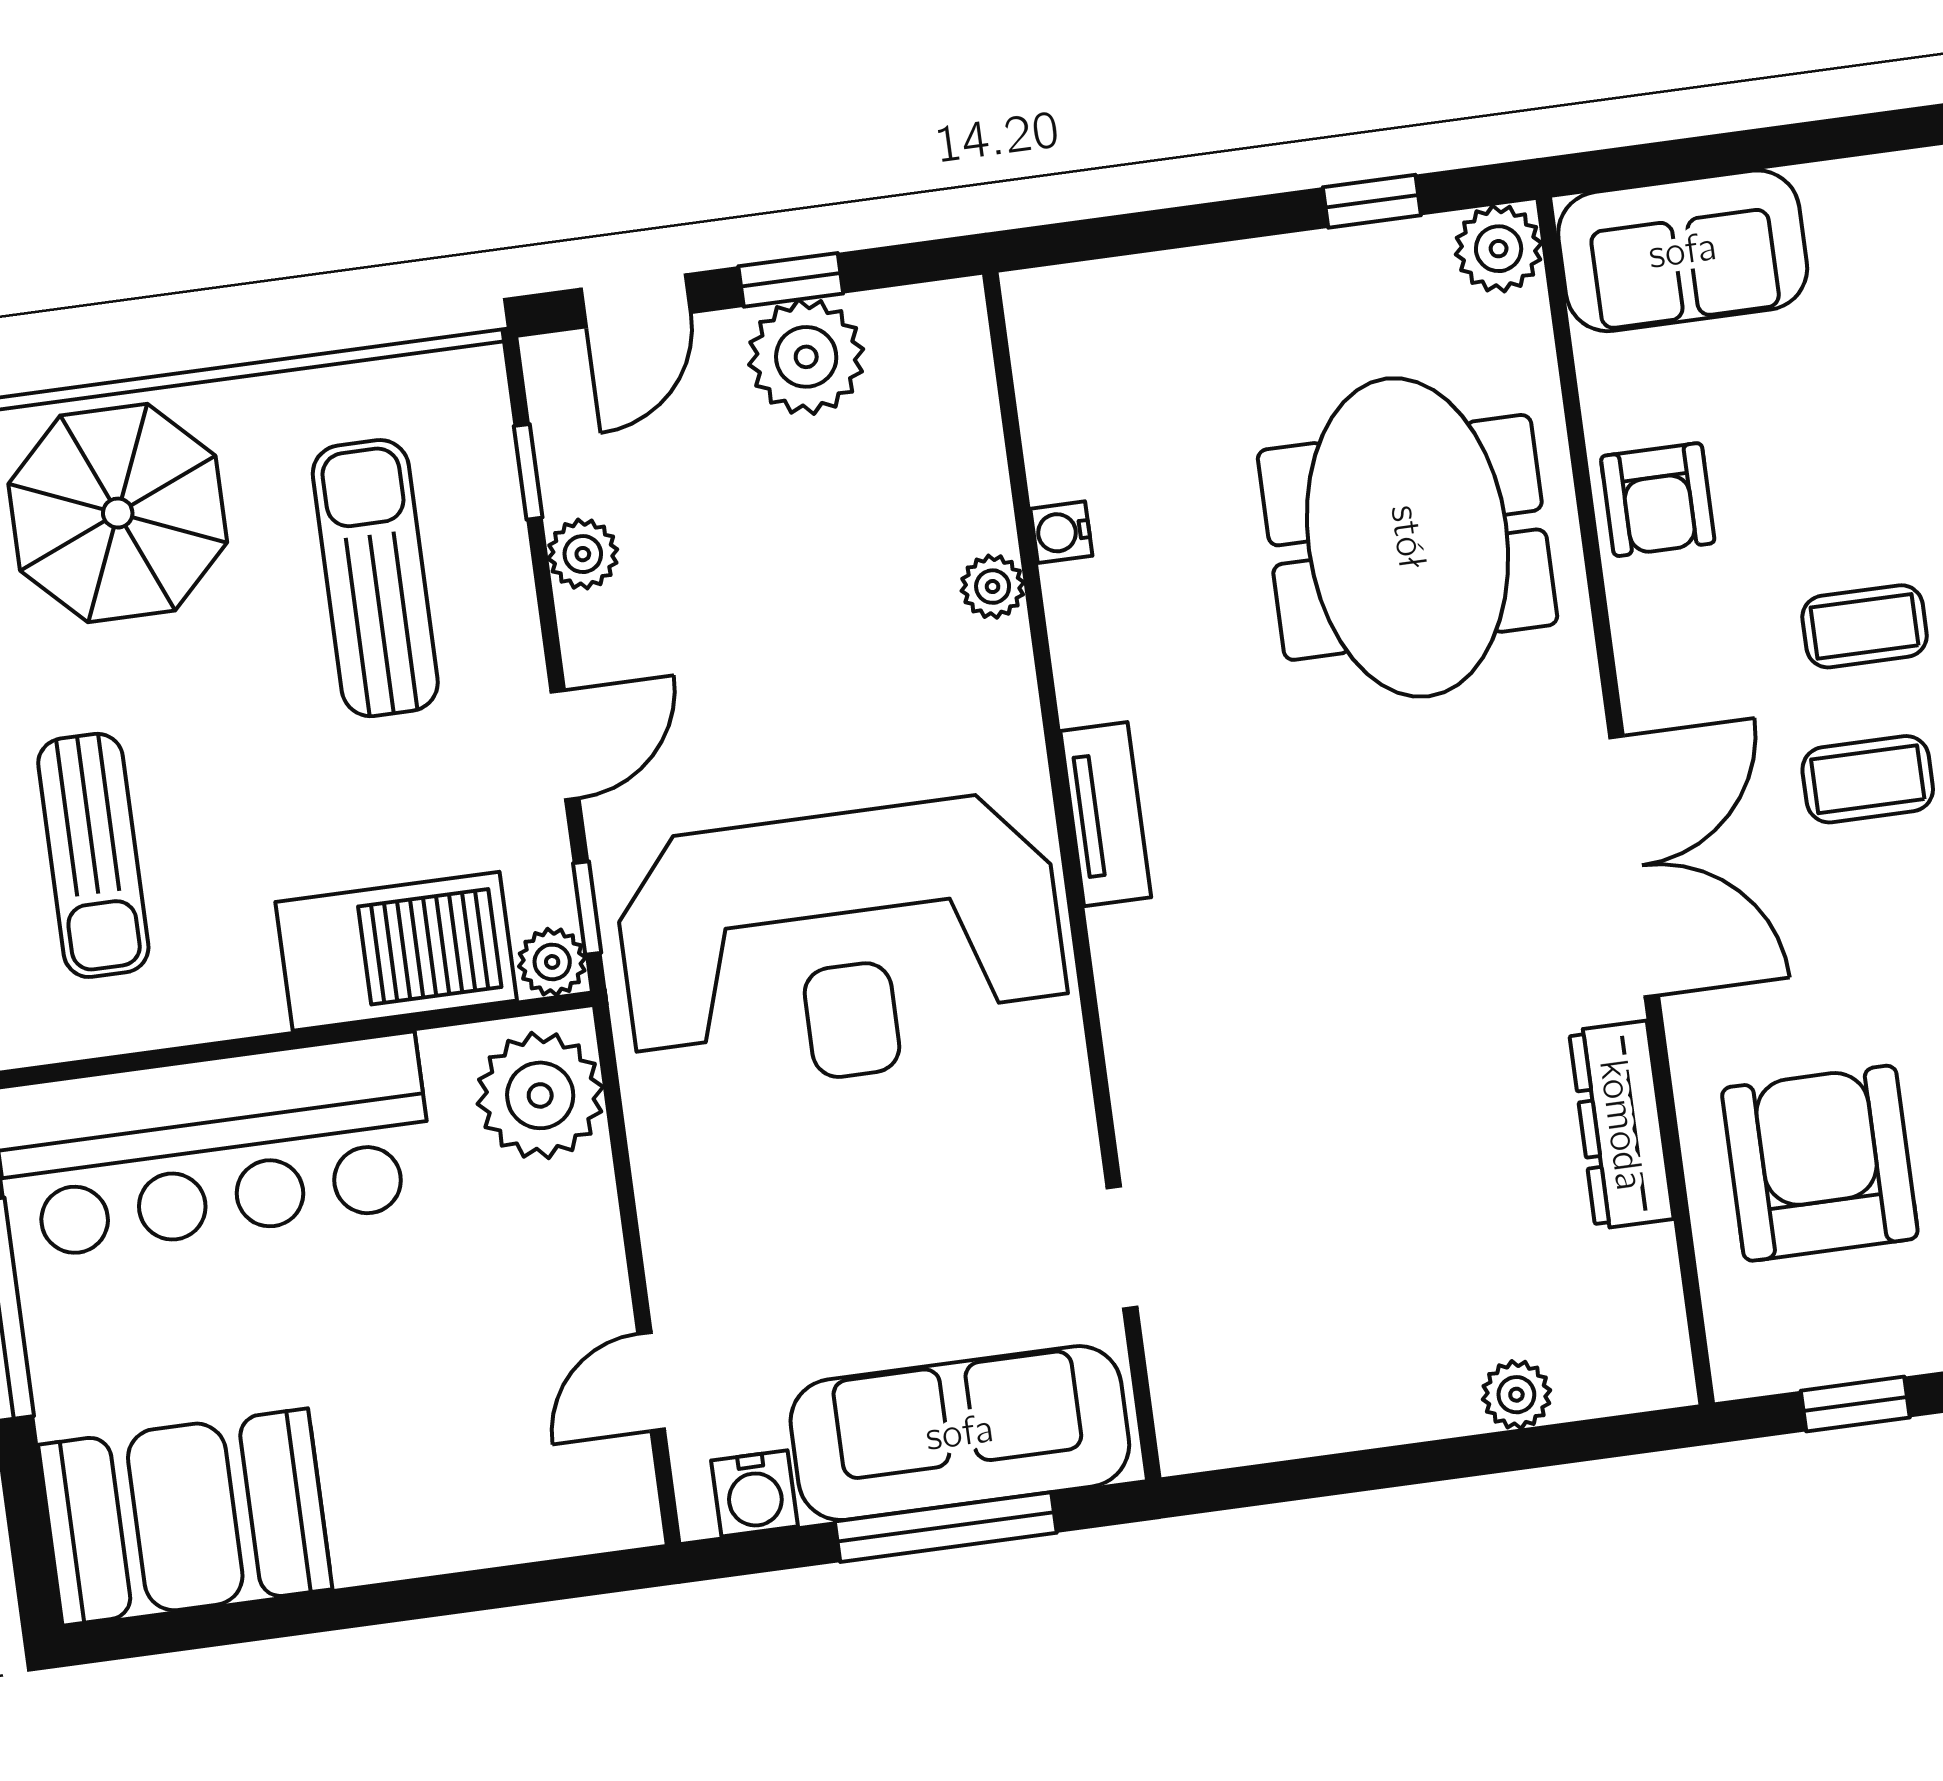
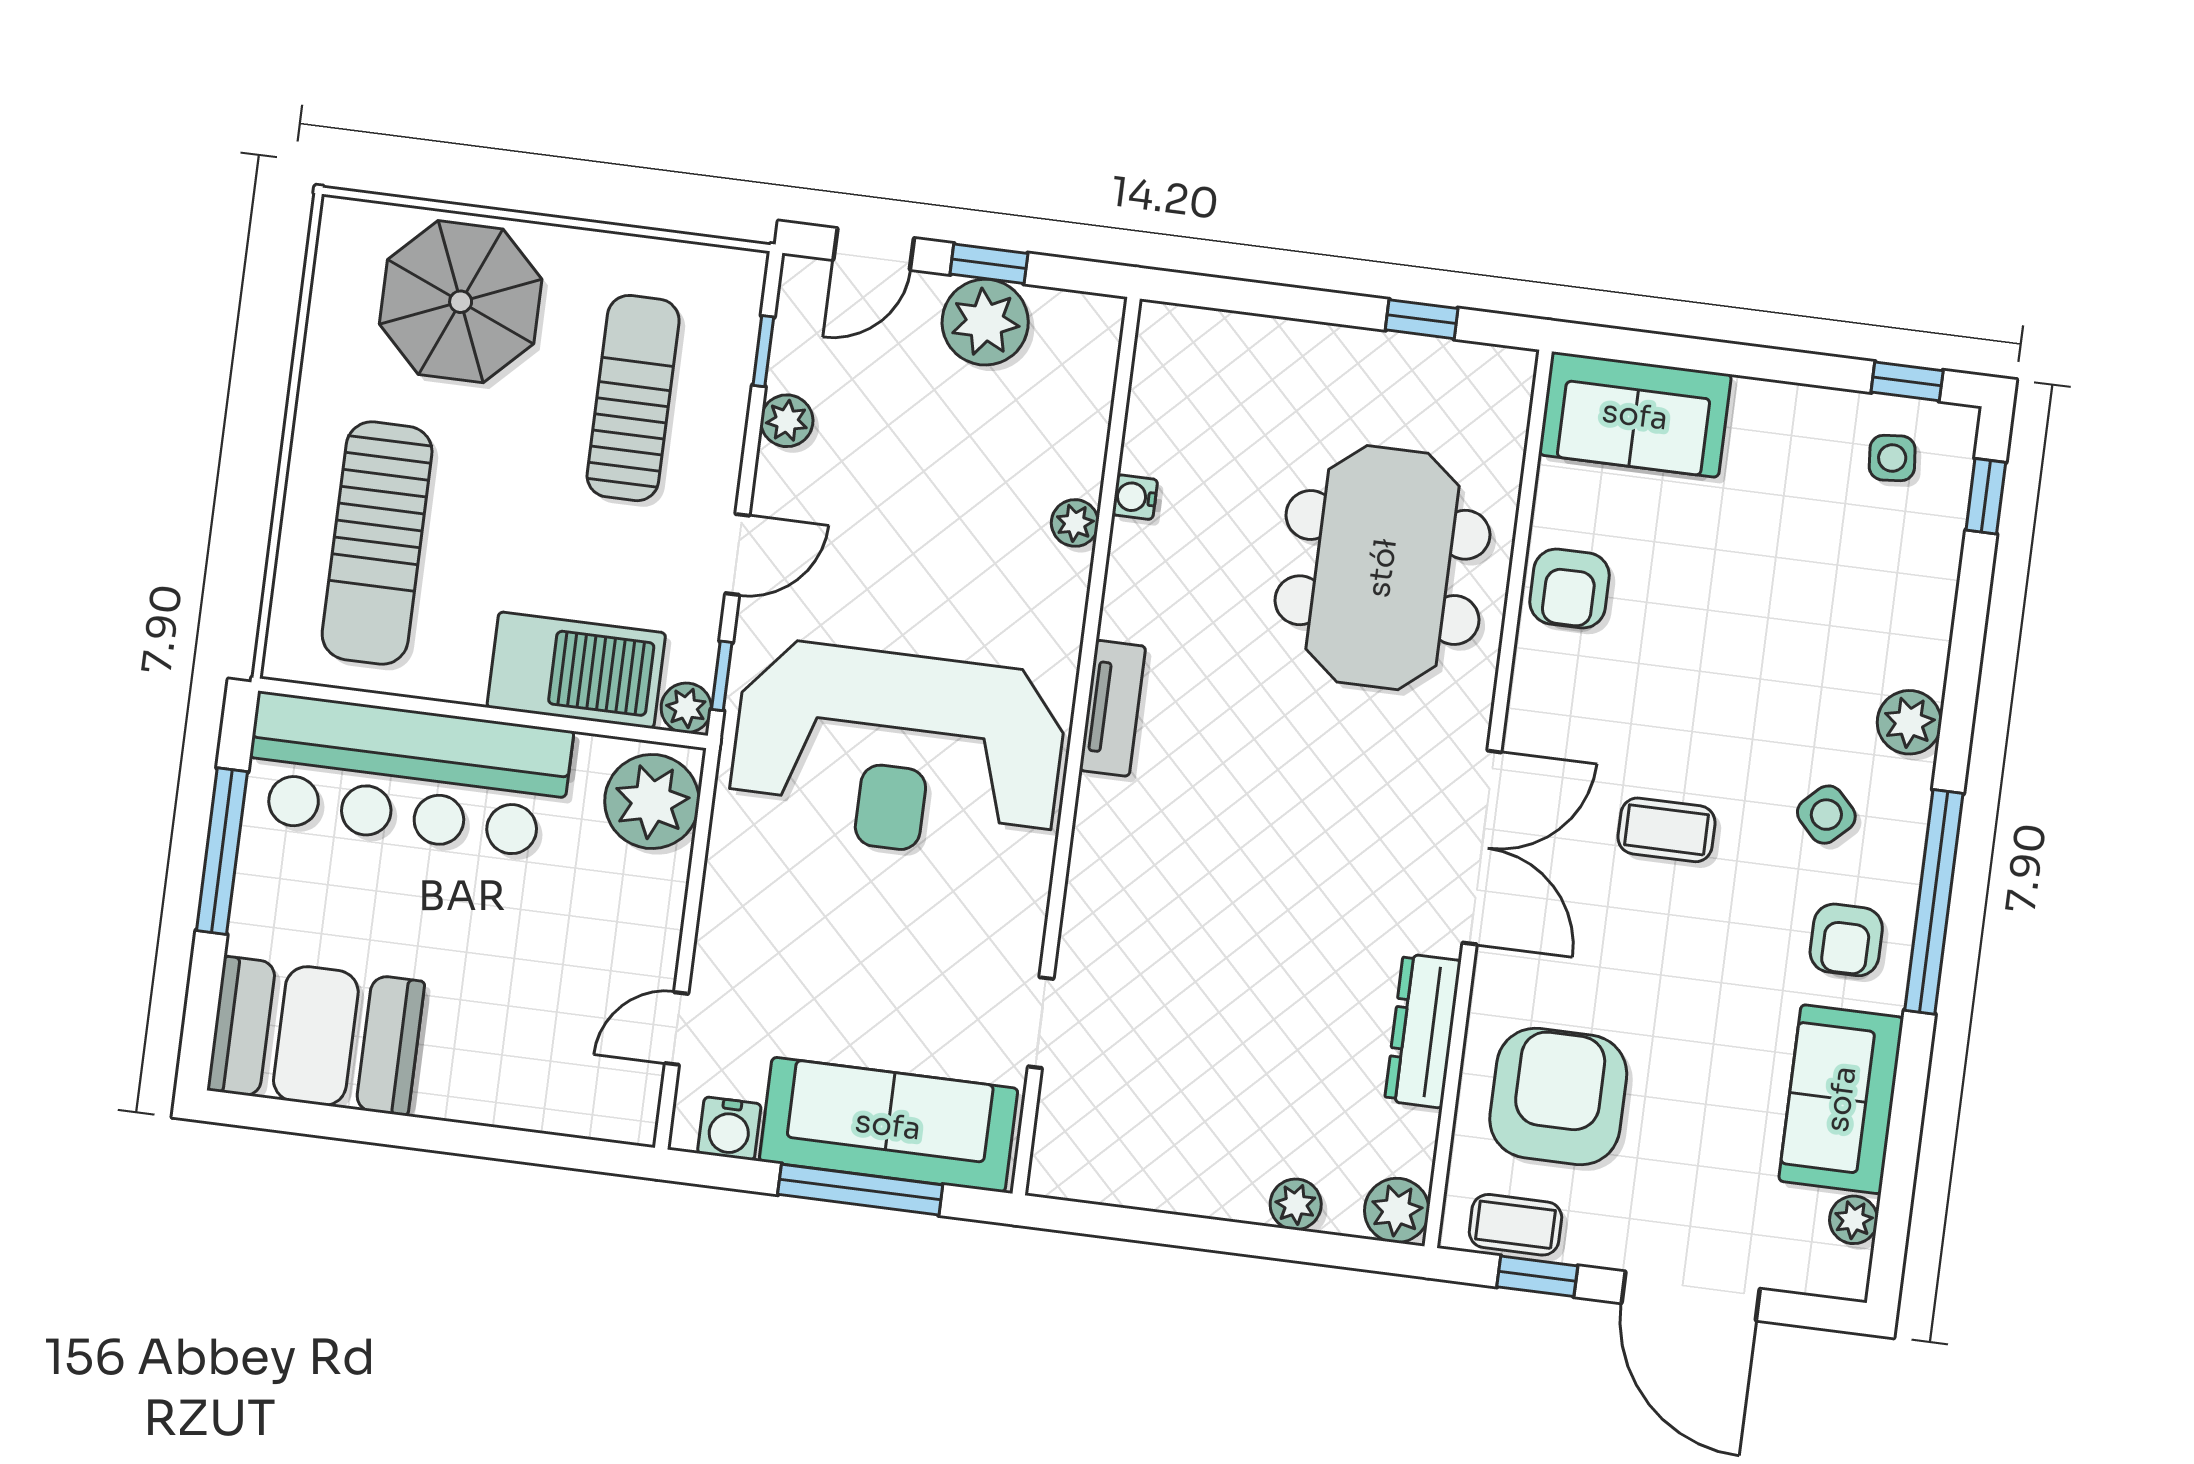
plant: (1499, 249) -> (1397, 1210), moved
coffee table: (1865, 626) -> (1515, 1225), moved
sun lounger: (93, 855) -> (377, 543), width x1.36, depth x1.34

